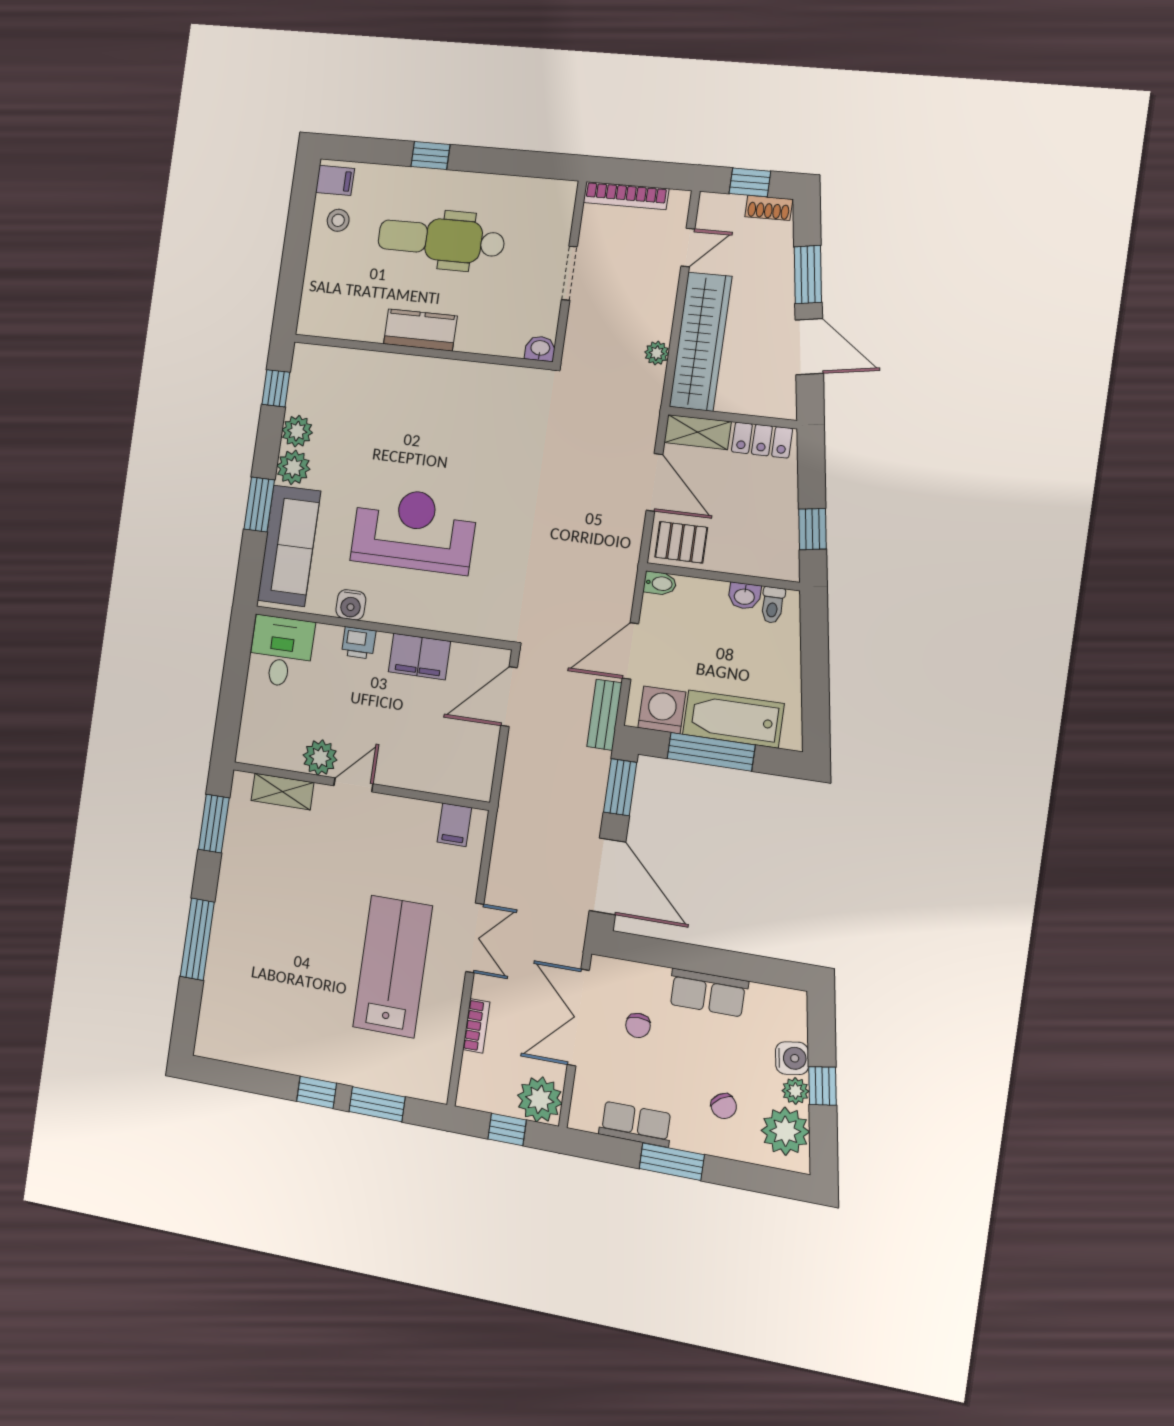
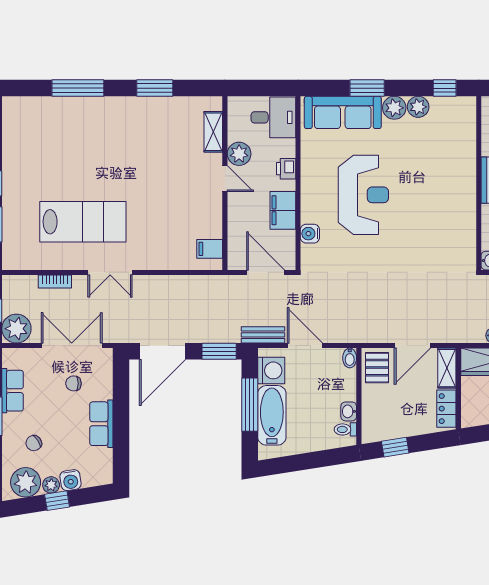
water cooler: (351, 605) -> (310, 234), moved
plant: (320, 757) -> (239, 154), moved
door: (353, 785) -> (225, 179), moved
wall: (360, 786) -> (225, 183), moved
shelving: (282, 792) -> (213, 132), moved
filing cabinet: (454, 825) -> (210, 249), moved

